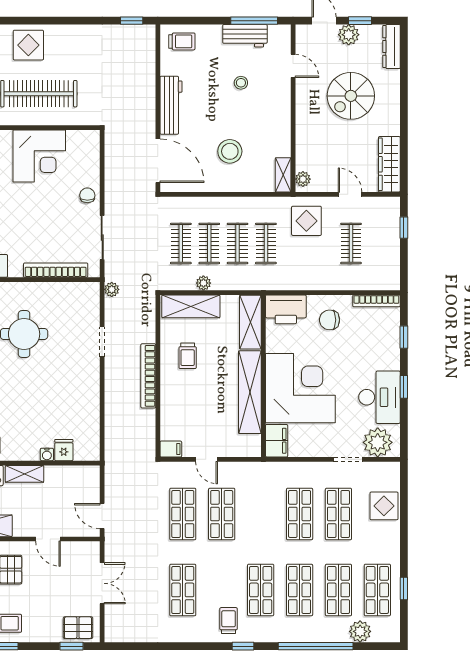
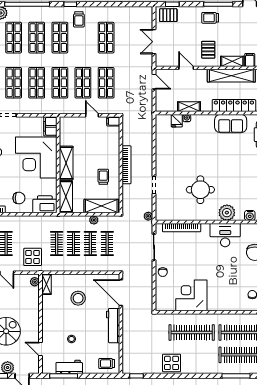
display table: (28, 45) -> (172, 363), moved
shelving: (250, 392) -> (66, 163), width x0.68
shelving: (25, 474) -> (189, 107), moved
shop shelf: (261, 514) -> (60, 83), added

